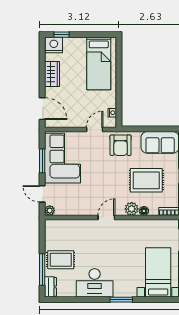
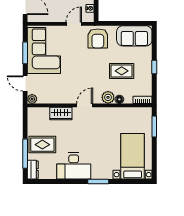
rug: (146, 180) -> (122, 71), width x0.73, depth x0.70
wardrobe: (81, 226) -> (61, 113), added

